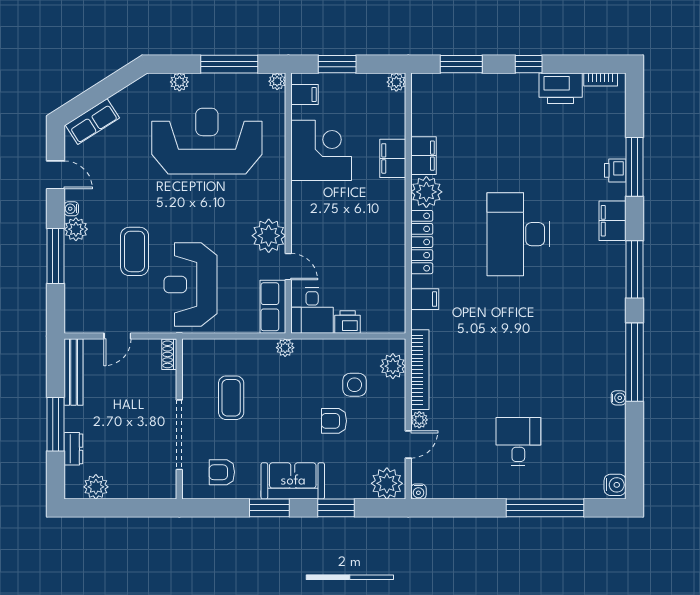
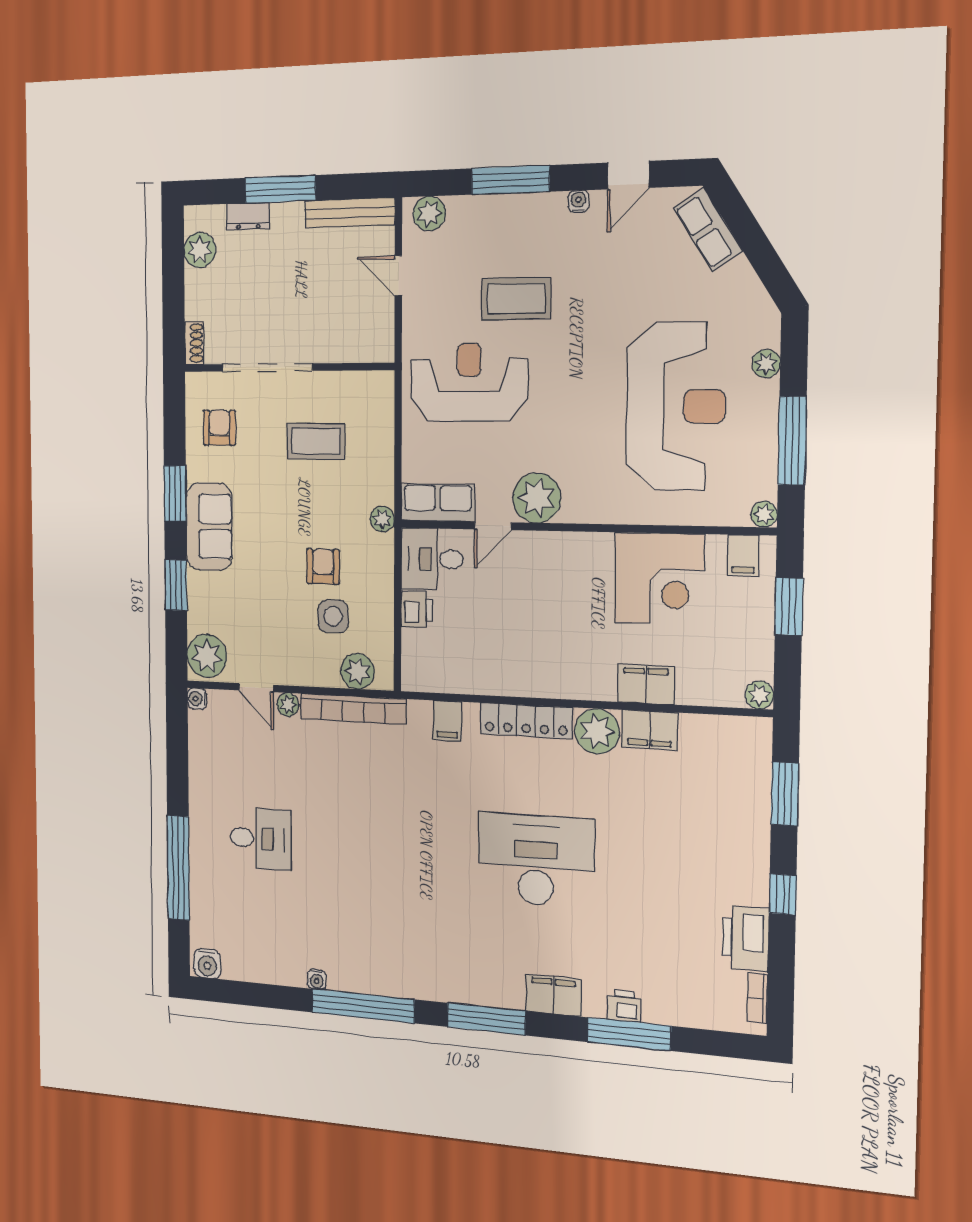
plant: (76, 229) -> (429, 214), moved
shoe rack: (169, 354) -> (194, 343), moved, turned 90
armchair: (334, 421) -> (323, 566), moved

